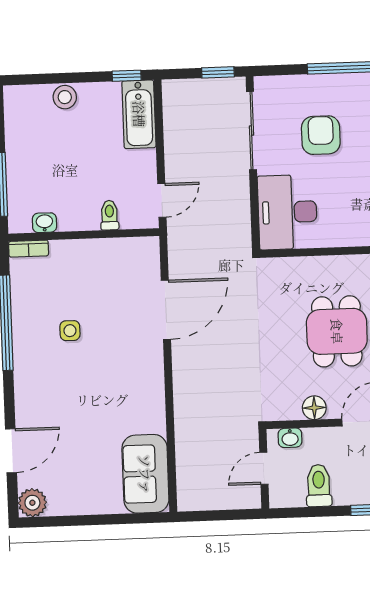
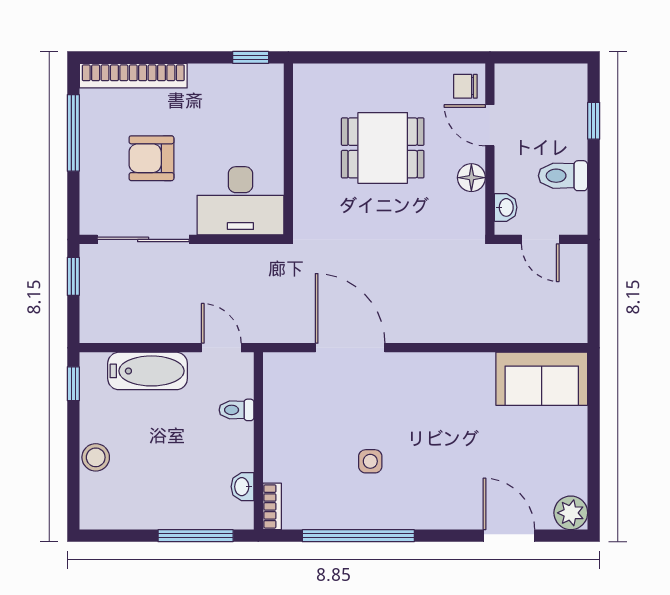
bathtub: (139, 114) -> (148, 371), moved

